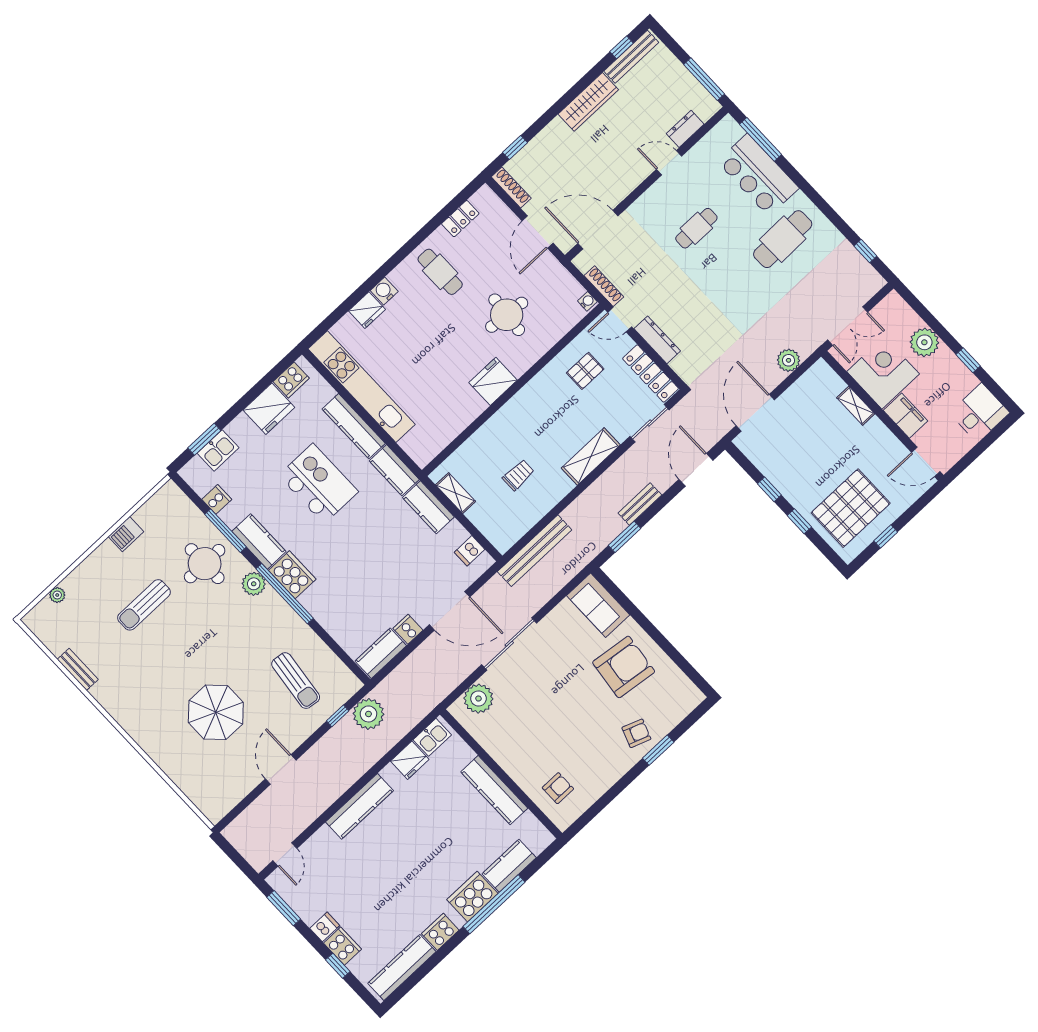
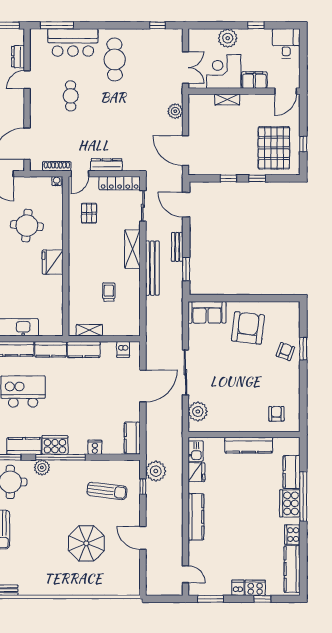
bench: (535, 551) -> (152, 268), moved
cooker: (408, 629) -> (95, 447), moved, turned 90

